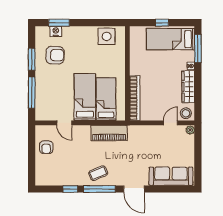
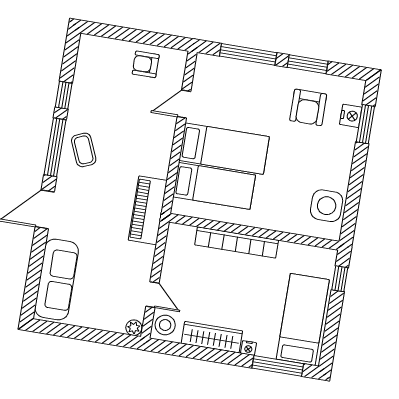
window: (162, 23) -> (340, 279), moved
bookcase: (135, 98) -> (237, 242), moved
piano: (109, 133) -> (148, 210), moved

